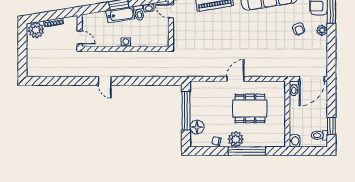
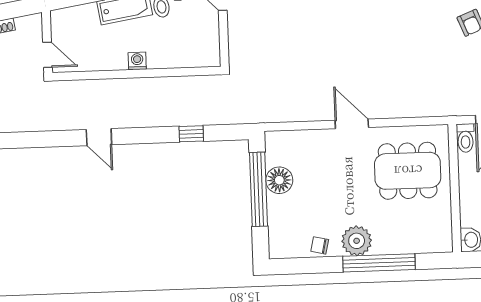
door: (235, 79) -> (352, 124), hinge flipped
window: (152, 81) -> (191, 134), added
dining table: (250, 108) -> (408, 171), moved
floor lamp: (197, 127) -> (279, 180), moved

